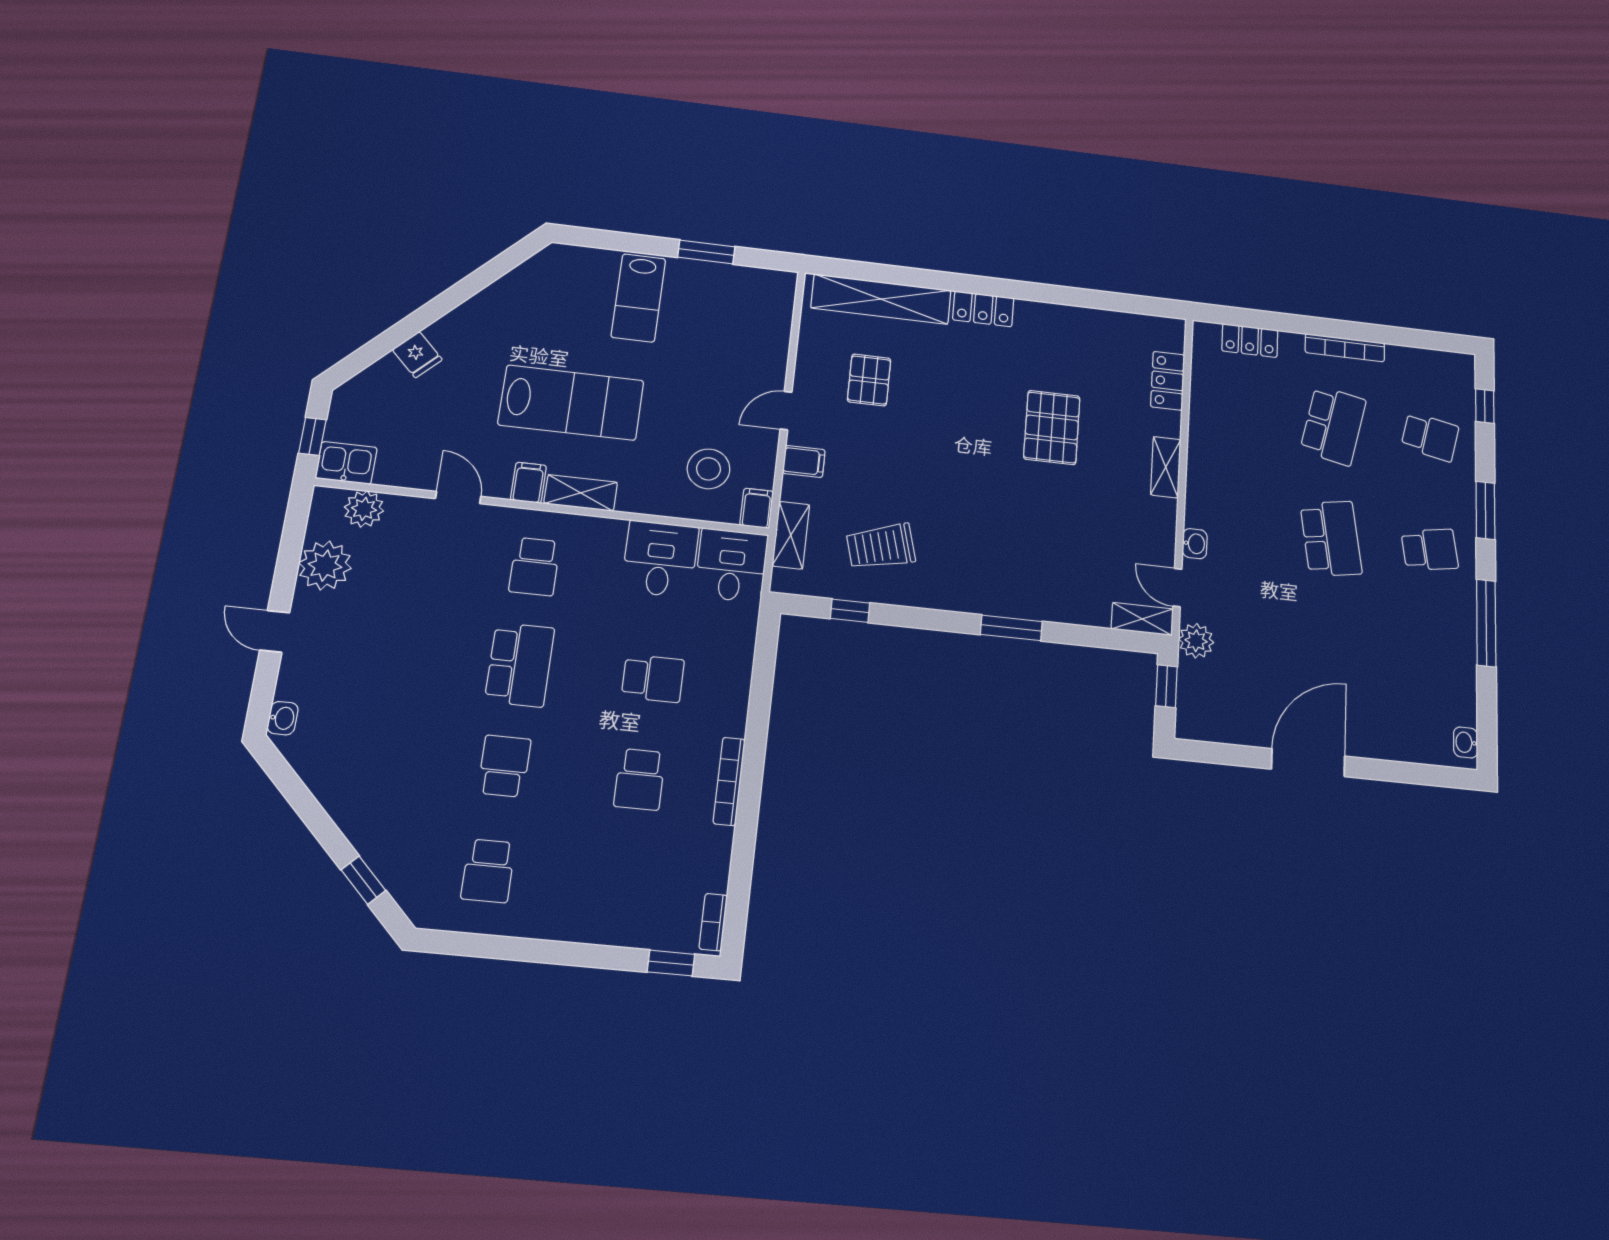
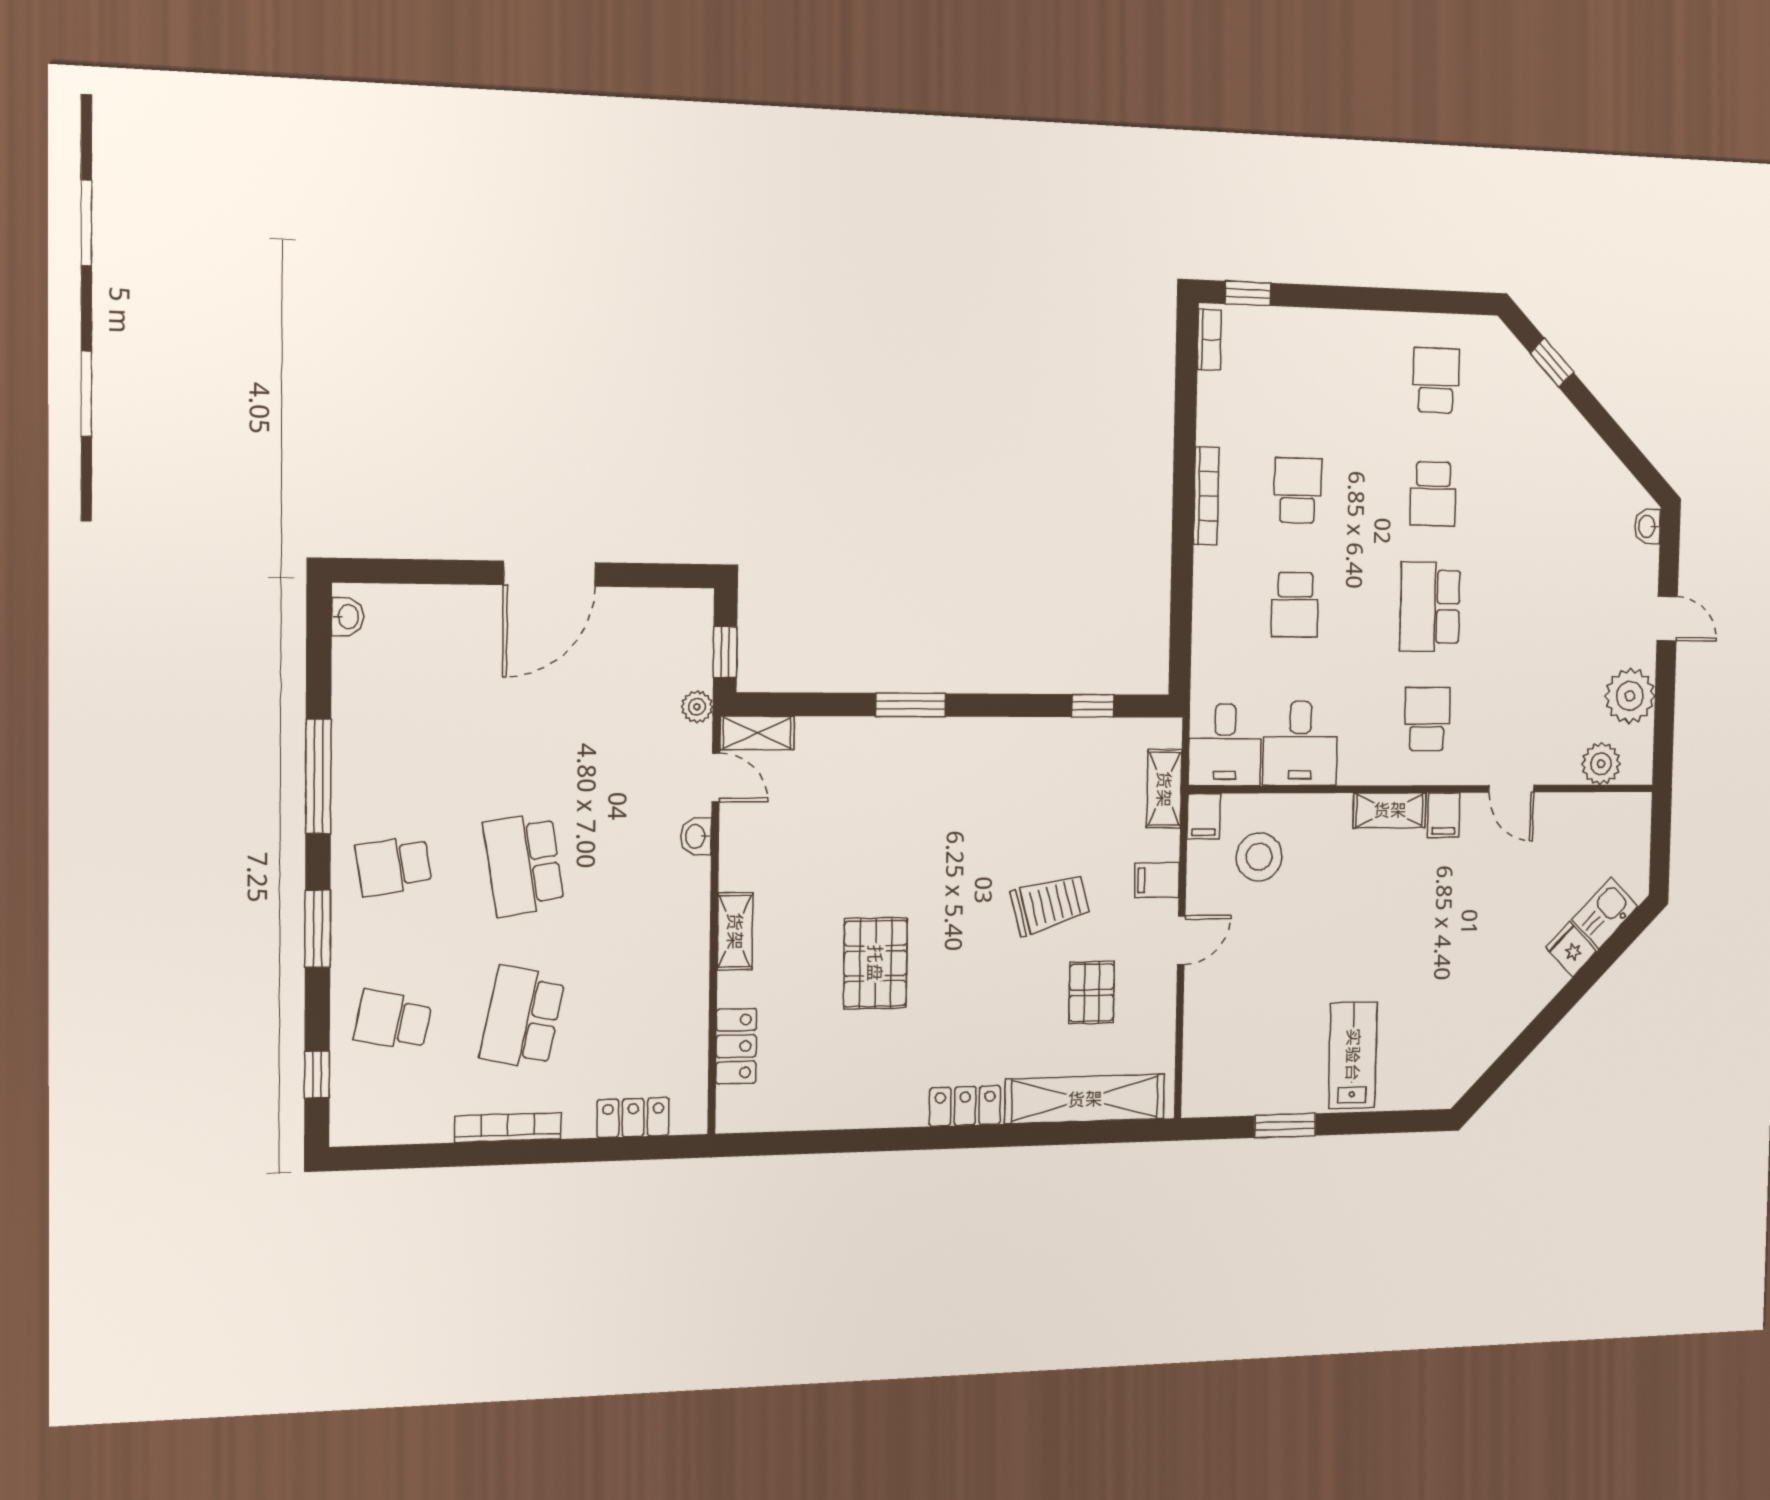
lab bench: (571, 403) -> (1410, 916), removed
window: (312, 436) -> (1660, 839), removed
kitchen sink: (346, 463) -> (1605, 913), moved, turned 135
trolley: (881, 546) -> (1050, 904), moved
plant: (1196, 641) -> (697, 707), width x0.73, depth x0.73
school desk: (653, 678) -> (1295, 605), turned -90

